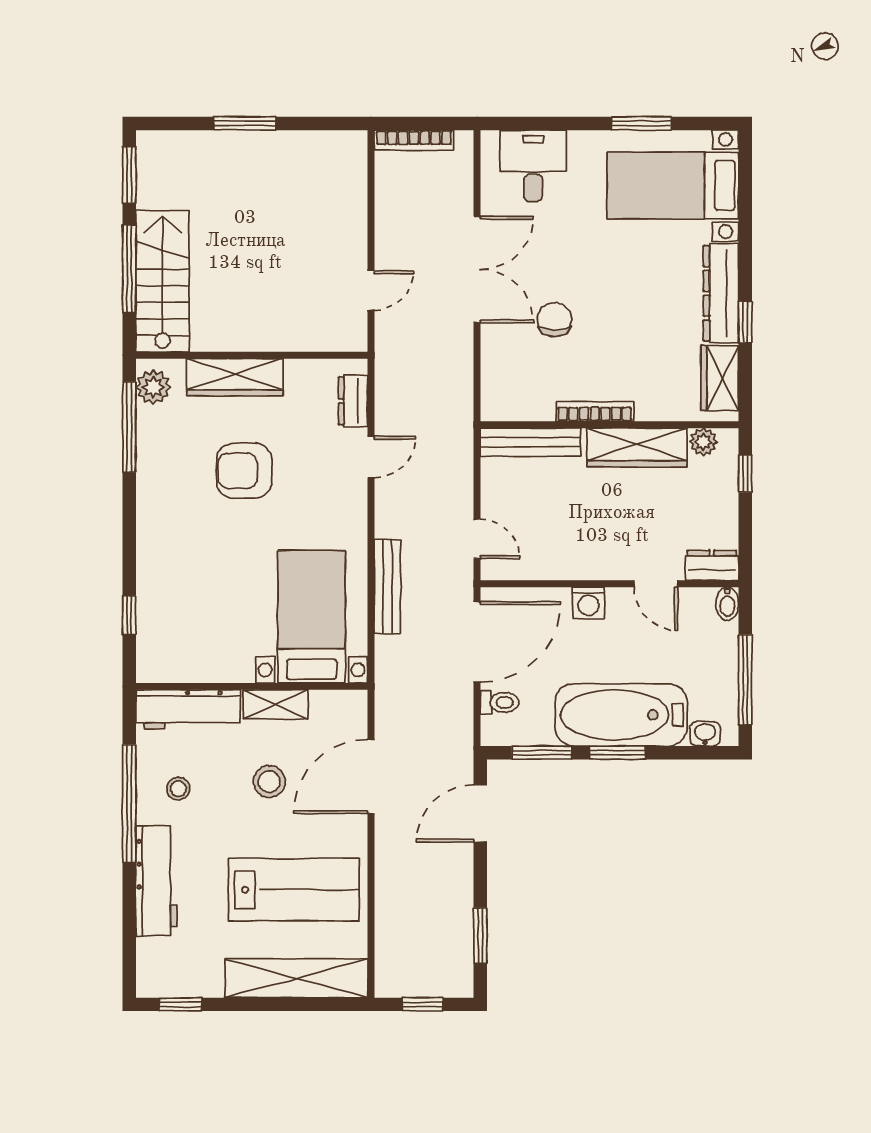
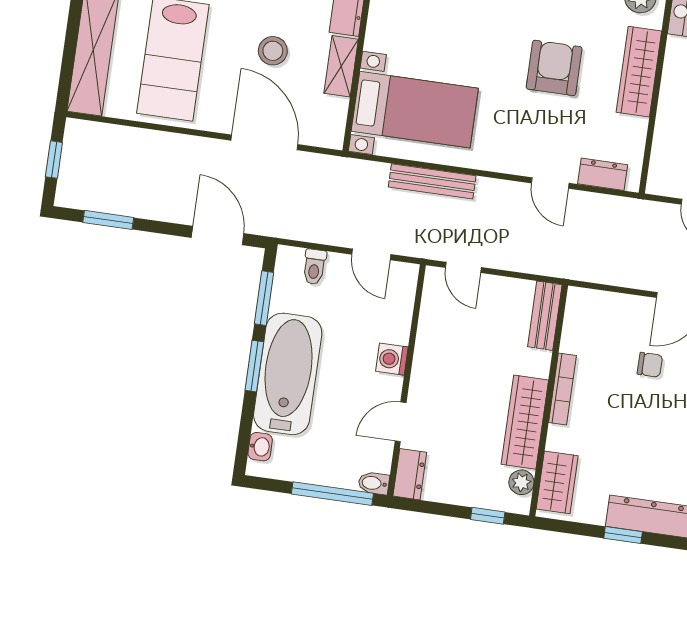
chair: (554, 319) -> (650, 365), width x0.73, depth x0.73
wardrobe: (720, 378) -> (557, 482), moved, turned 90
bench: (531, 442) -> (545, 316), width x0.73
door: (477, 539) -> (463, 267), hinge flipped
door: (477, 642) -> (371, 254), width x0.53
window: (745, 680) -> (332, 494), moved

